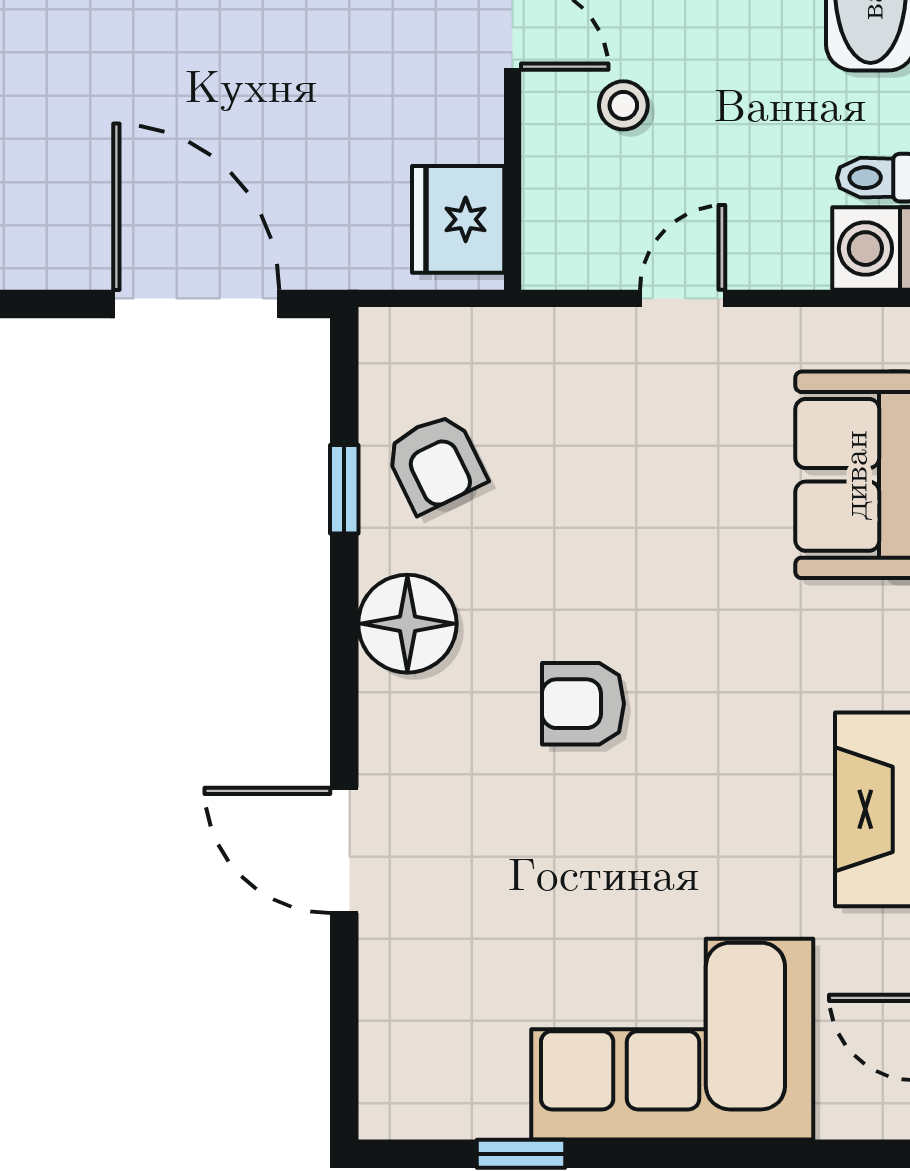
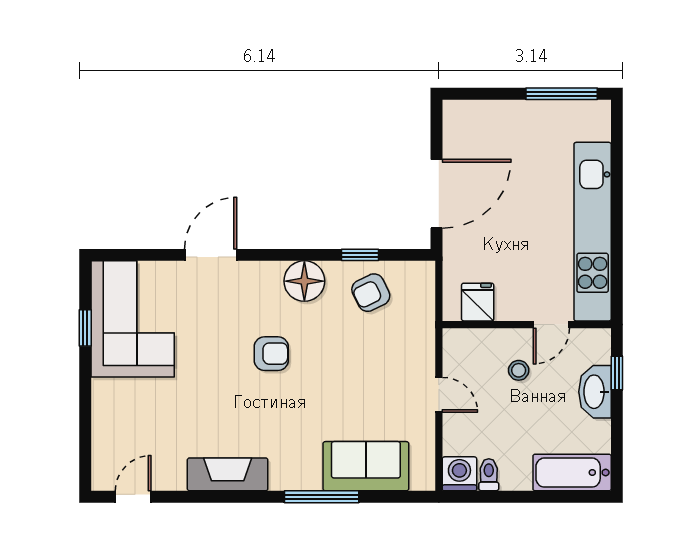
fridge: (458, 219) -> (478, 302), width x0.72
armchair: (583, 704) -> (271, 354), turned 90
corner sofa: (672, 1039) -> (133, 319), moved

